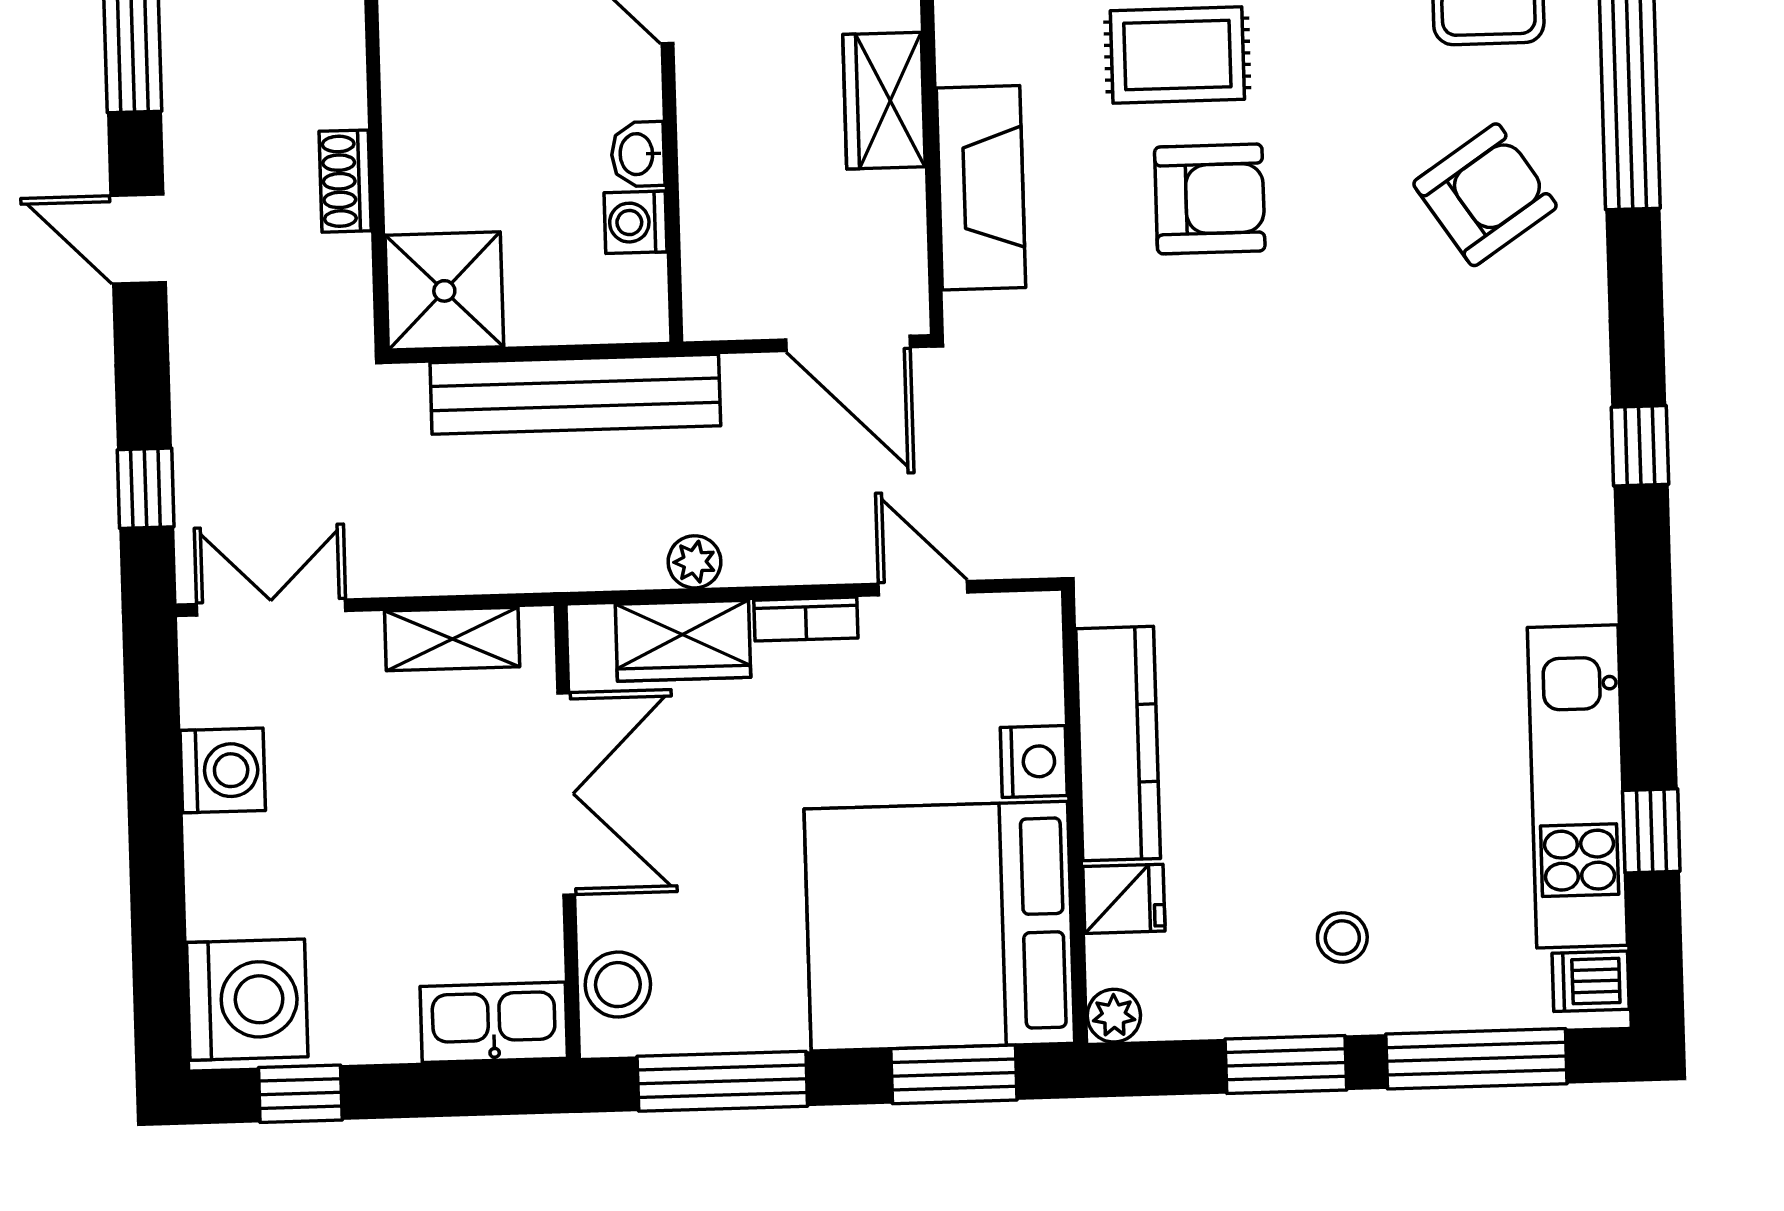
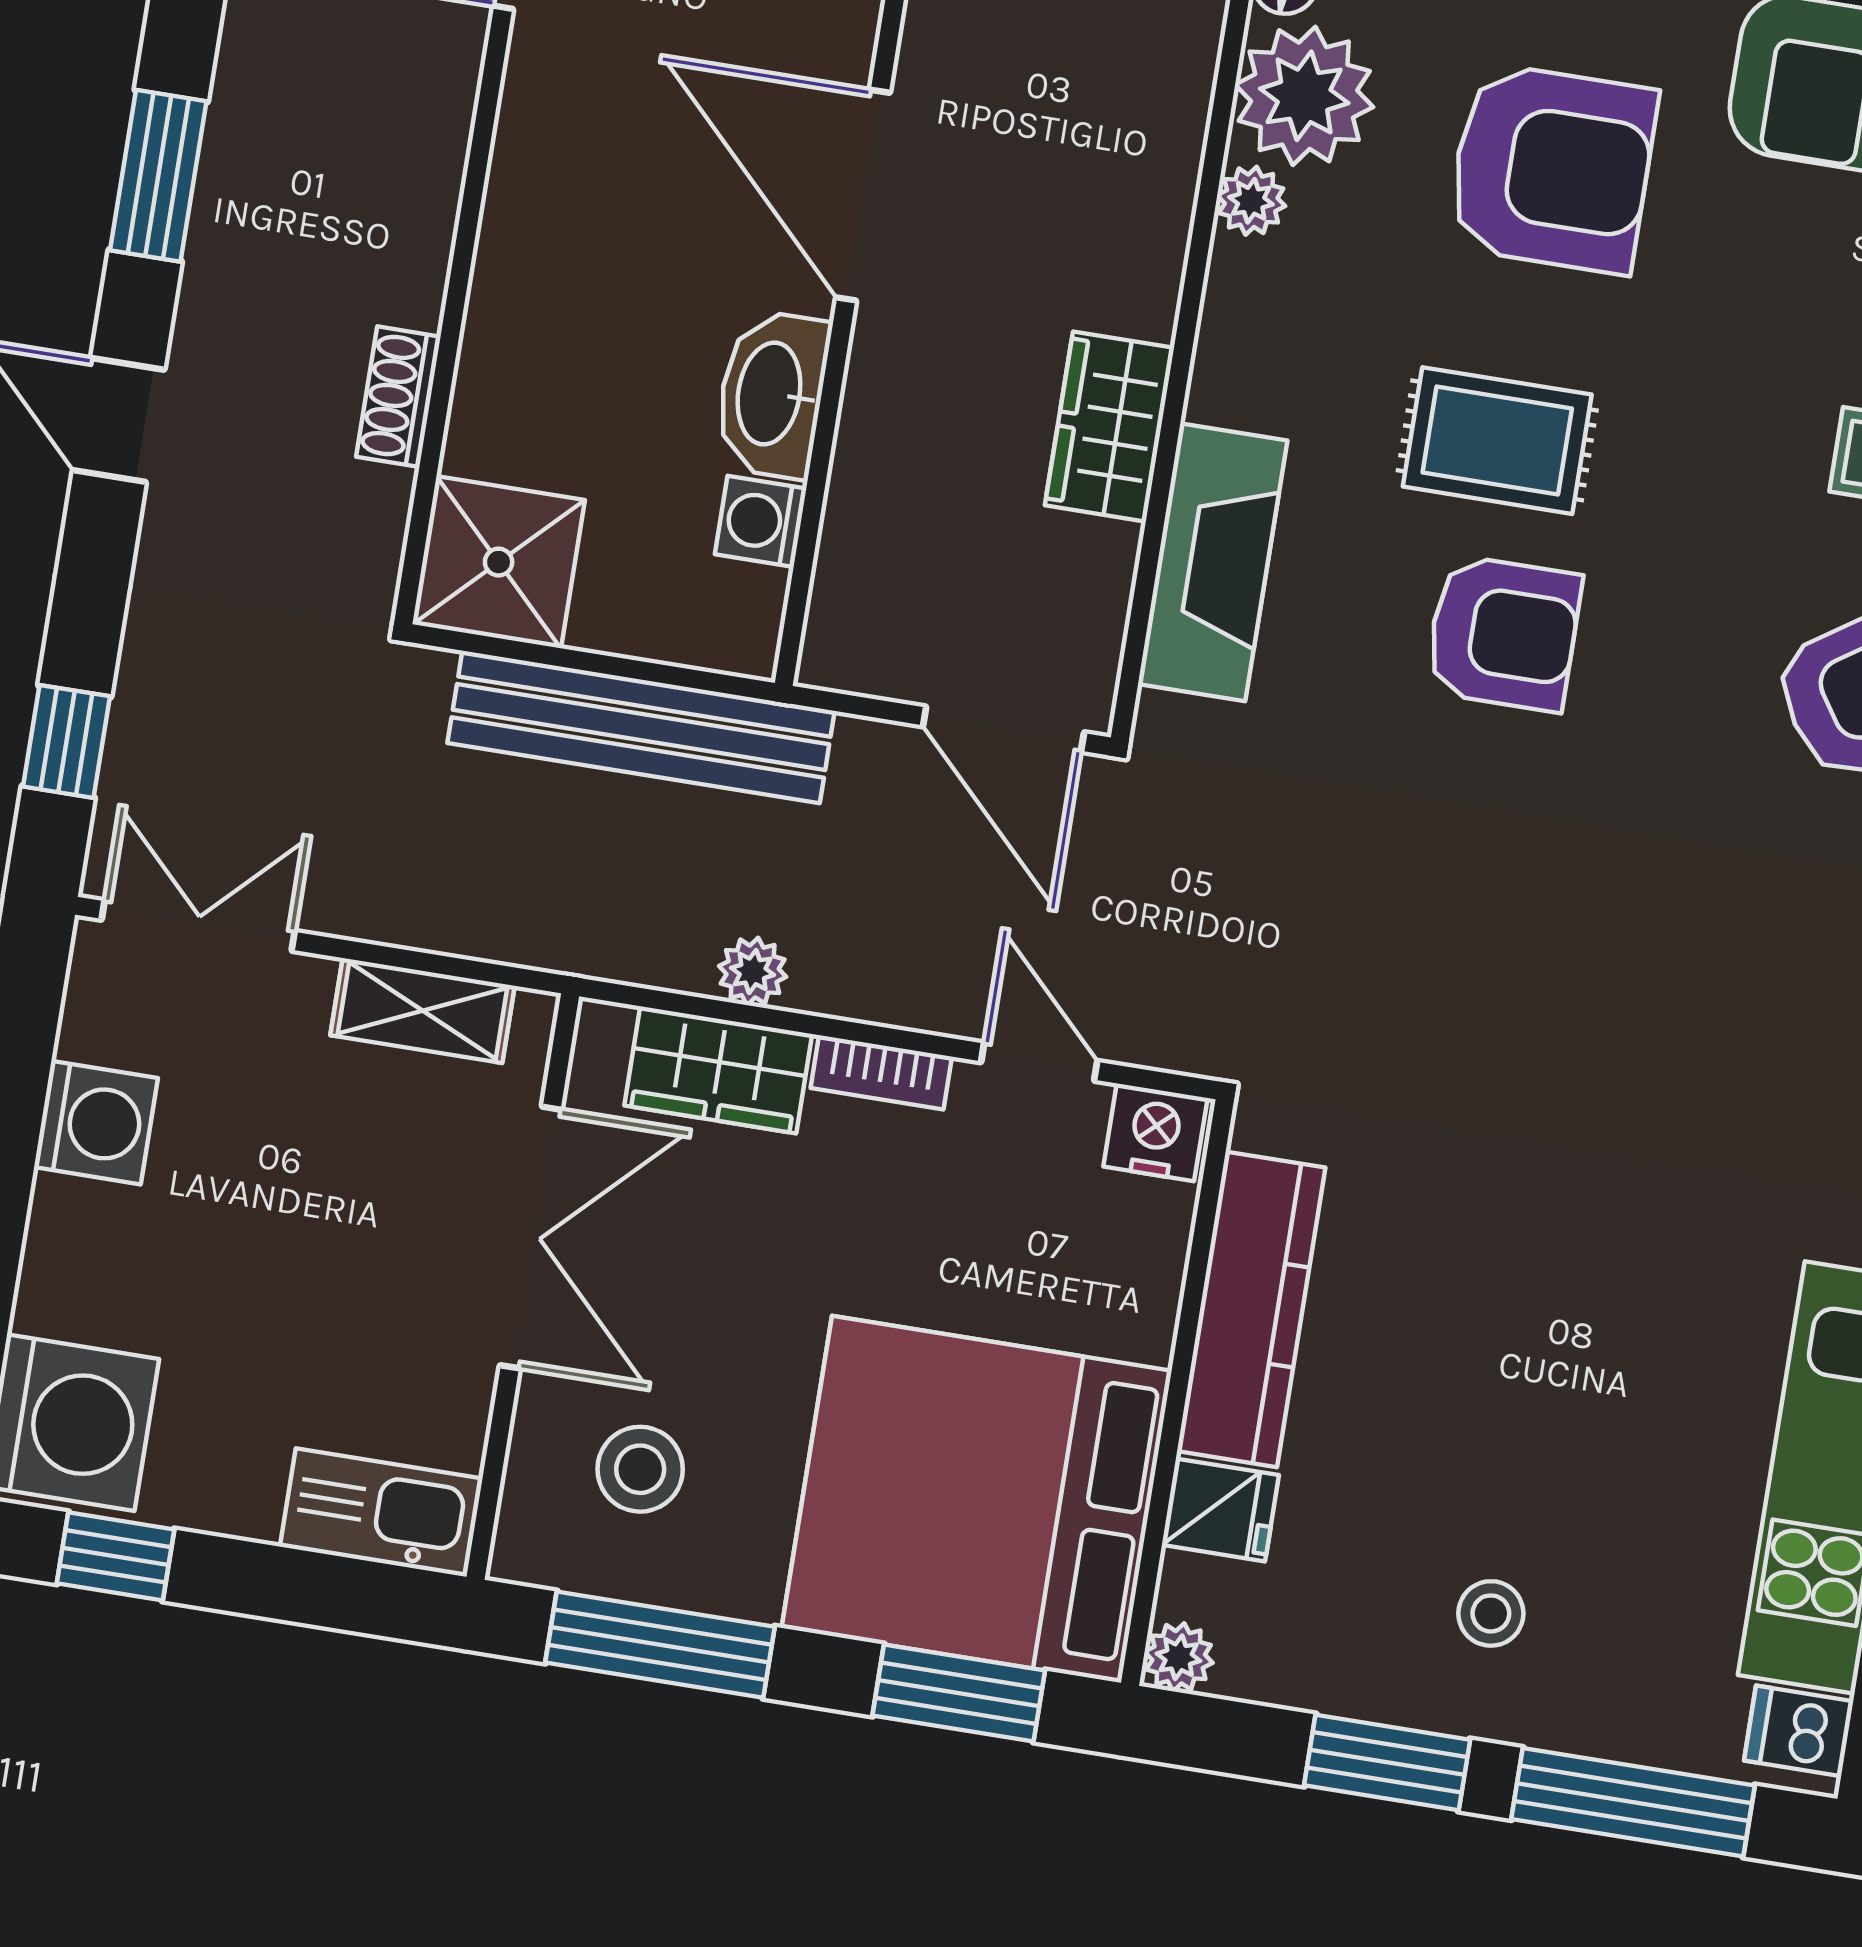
washbasin: (638, 154) -> (772, 394), width x1.91, depth x1.45
nightstand: (1034, 761) -> (1155, 1132), moved, turned -90
stool: (618, 985) -> (640, 1469), moved

